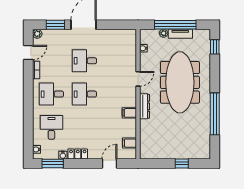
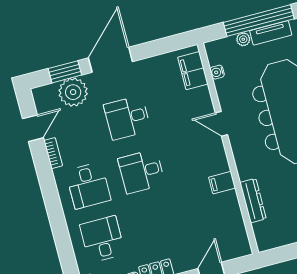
plant: (37, 34) -> (73, 92), moved, width x1.87, depth x1.87
door: (138, 79) -> (221, 124), swing flipped
desk: (51, 94) -> (88, 185), turned -90
dresser: (144, 106) -> (253, 201), moved
filing cabinet: (130, 143) -> (193, 71), moved, width x2.00

